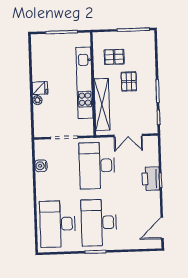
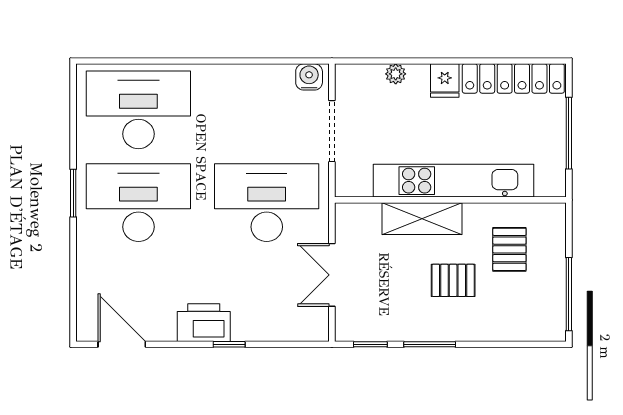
locker: (38, 58) -> (513, 78), added
plant: (37, 100) -> (396, 74), moved
shelving: (102, 105) -> (422, 219), width x0.68
water cooler: (41, 166) -> (309, 77), moved
printer: (151, 179) -> (204, 323), moved

